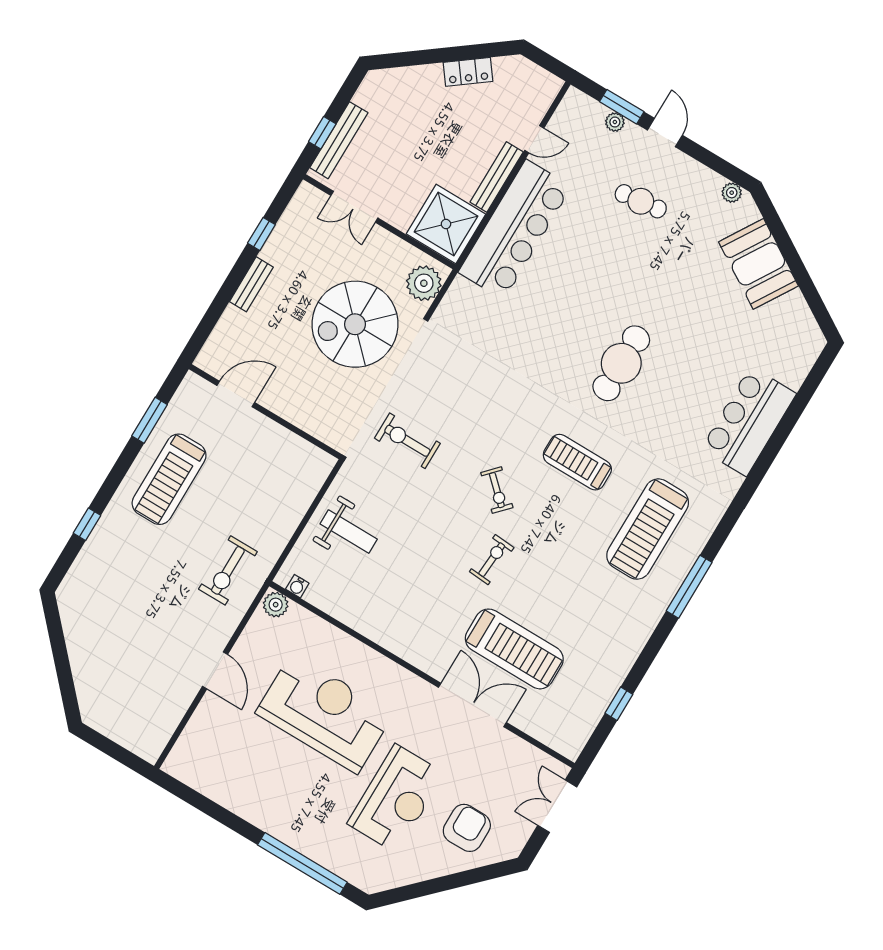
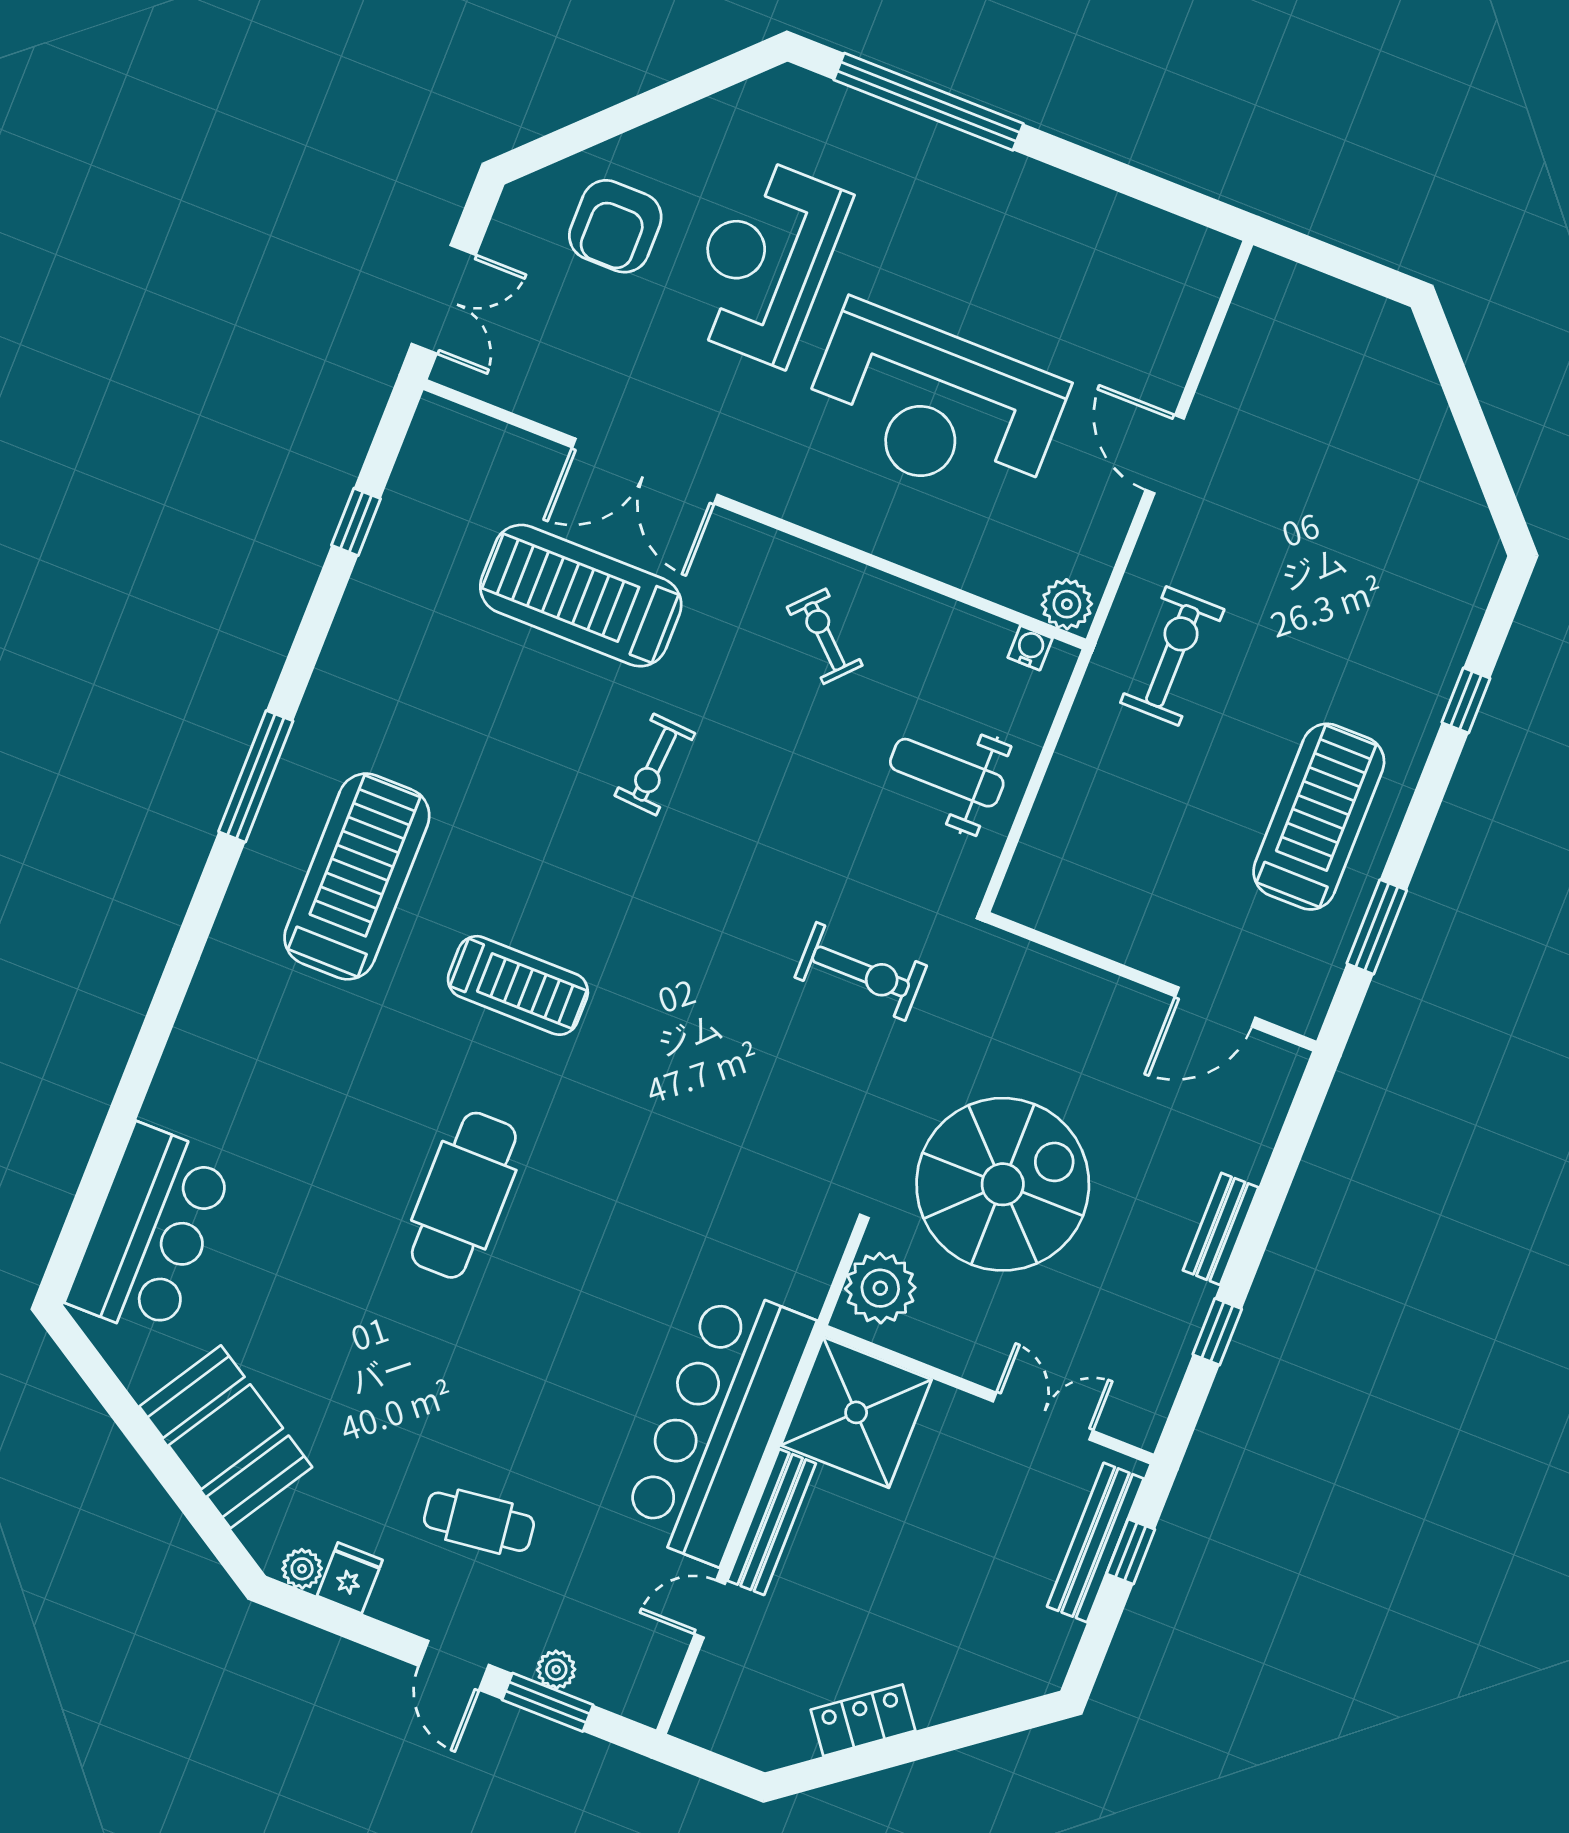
fridge: (709, 184) -> (350, 1578), added
bar counter: (748, 421) -> (150, 1231), moved
exercise bike: (497, 490) -> (825, 636), moved

